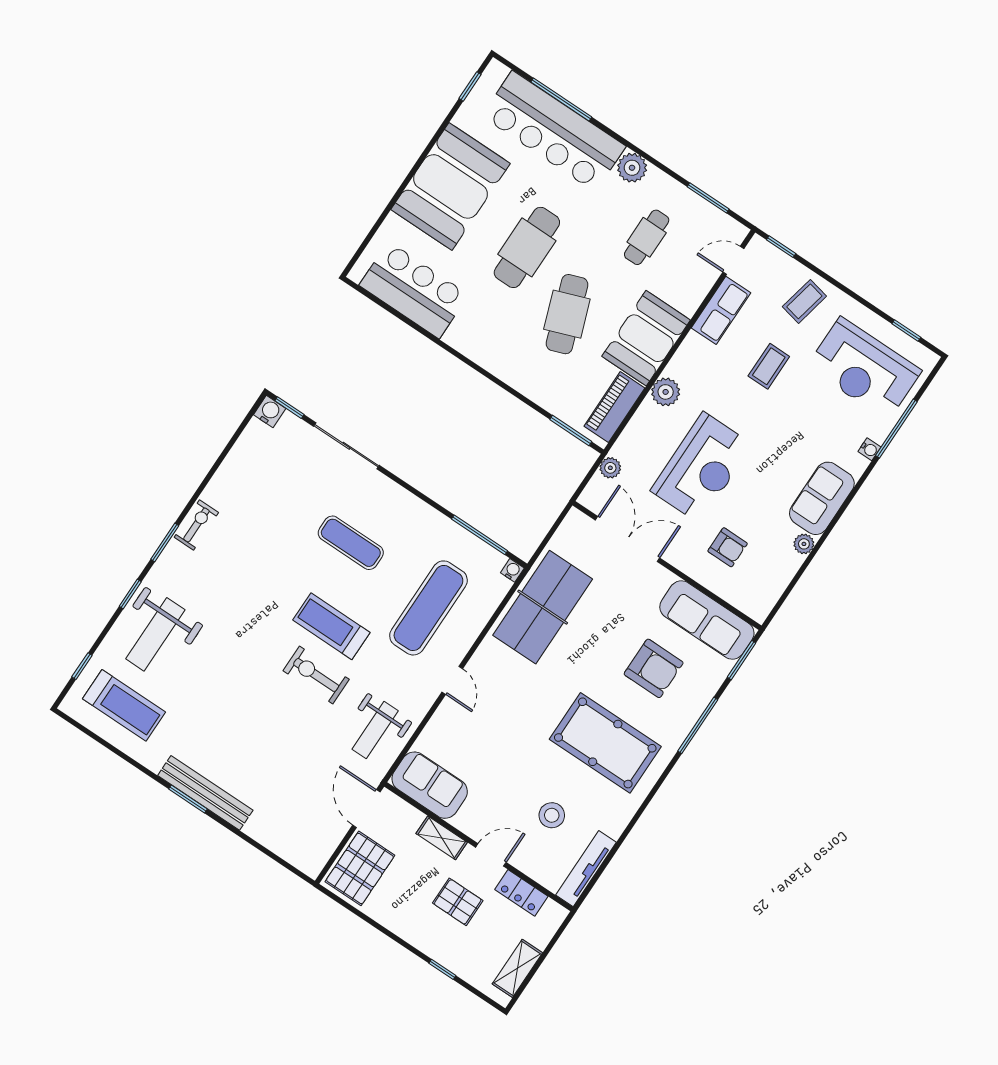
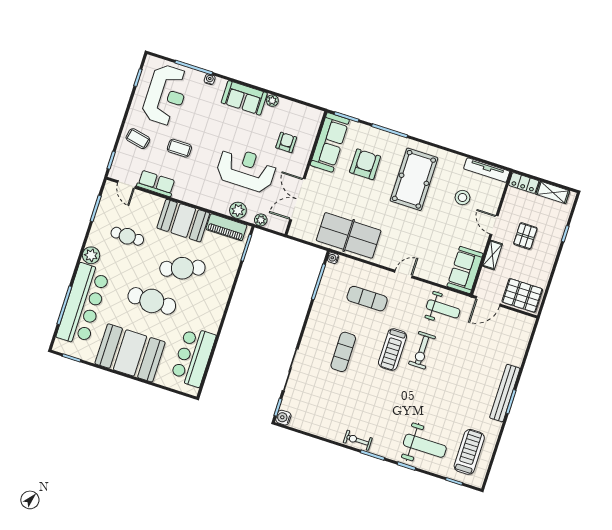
plant: (666, 392) -> (238, 210), moved
exercise mat: (428, 608) -> (367, 299), width x0.73, depth x0.69
locker: (521, 893) -> (524, 183), moved, turned 90

